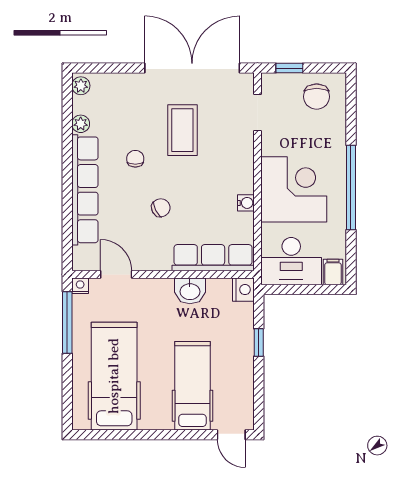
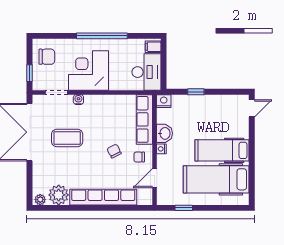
plant: (81, 124) -> (59, 195), width x1.88, depth x1.88
chair: (135, 159) -> (139, 157), moved
corner desk: (294, 189) -> (89, 70), moved
water cooler: (246, 203) -> (78, 100), moved
nightstand: (80, 286) -> (161, 149), moved
window: (67, 323) -> (184, 208), width x0.46
hospital bed: (192, 386) -> (222, 150), moved

